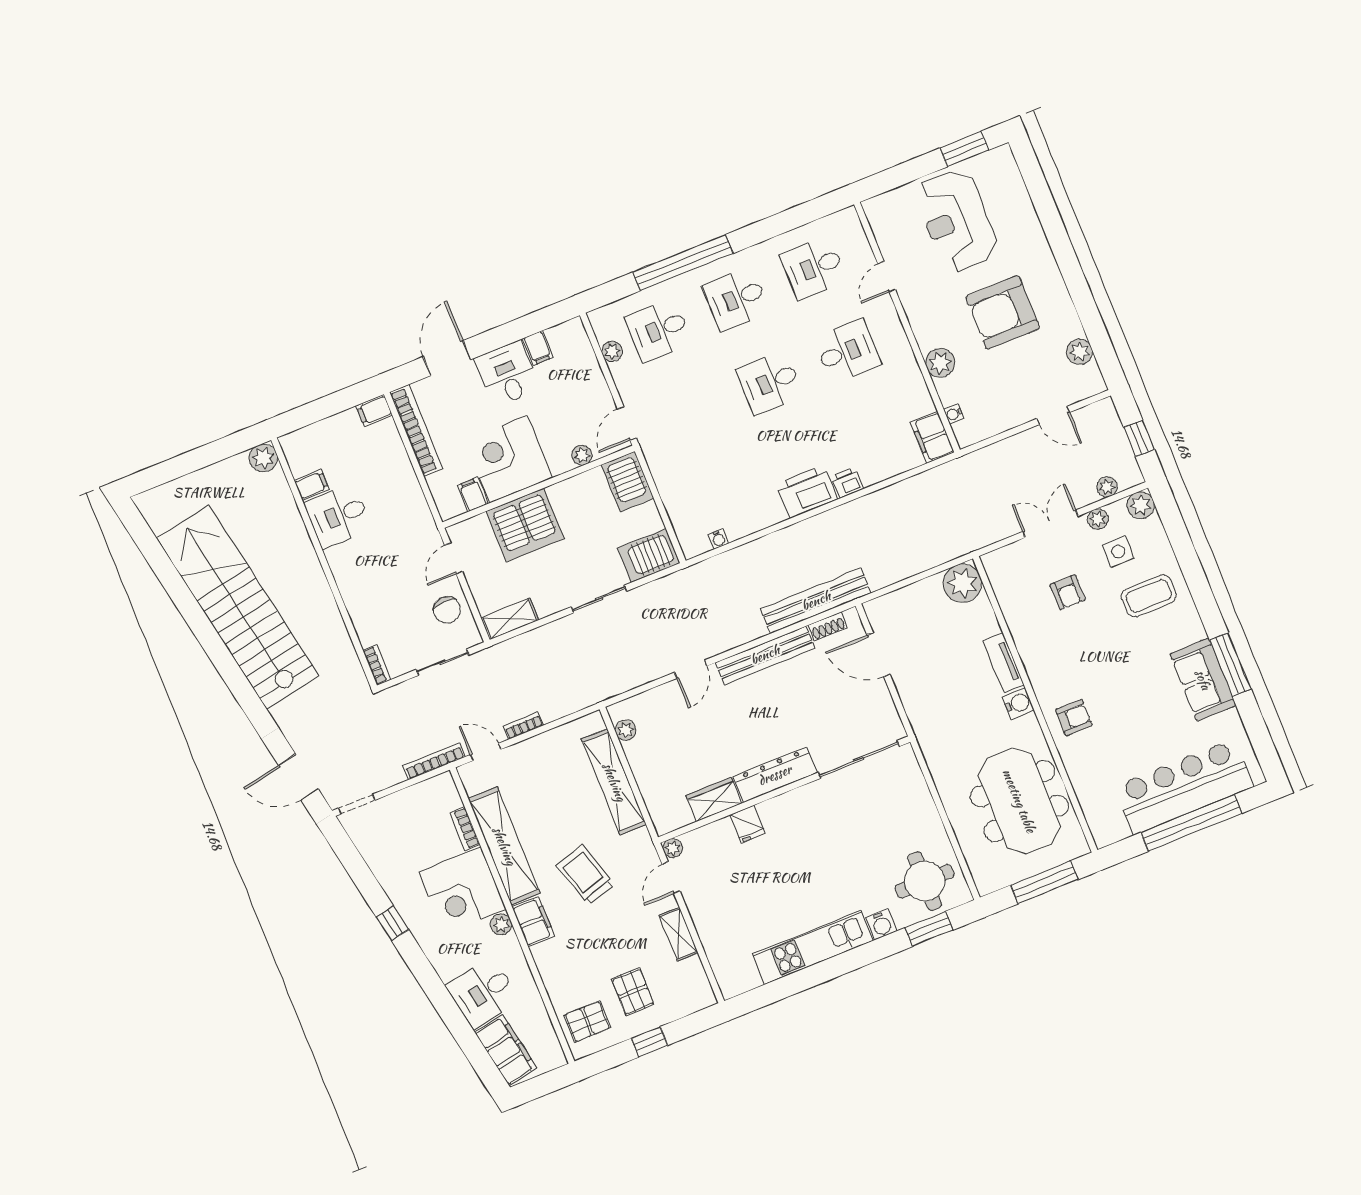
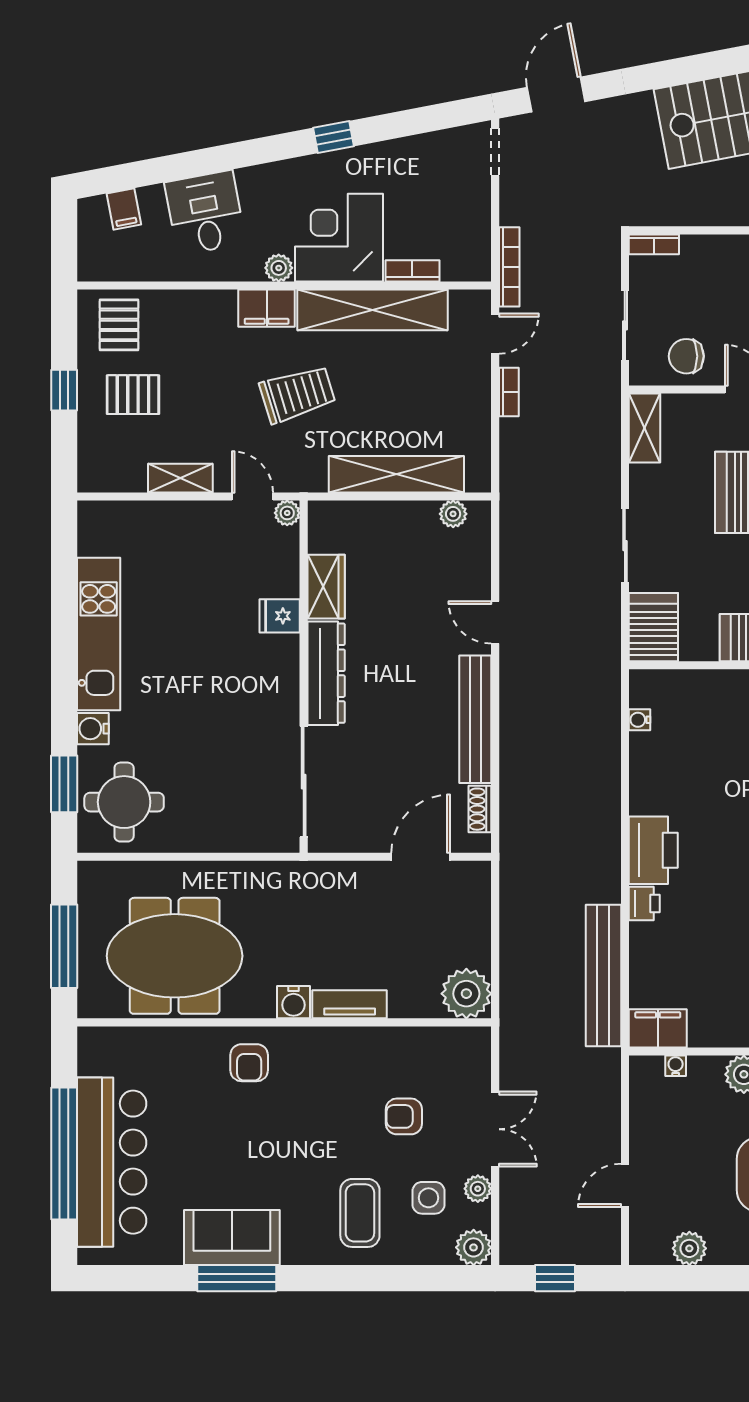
plant: (1107, 487) -> (512, 1216), removed
bench: (816, 601) -> (603, 975), moved
filing cabinet: (506, 1050) -> (124, 209), width x0.33, depth x0.86

